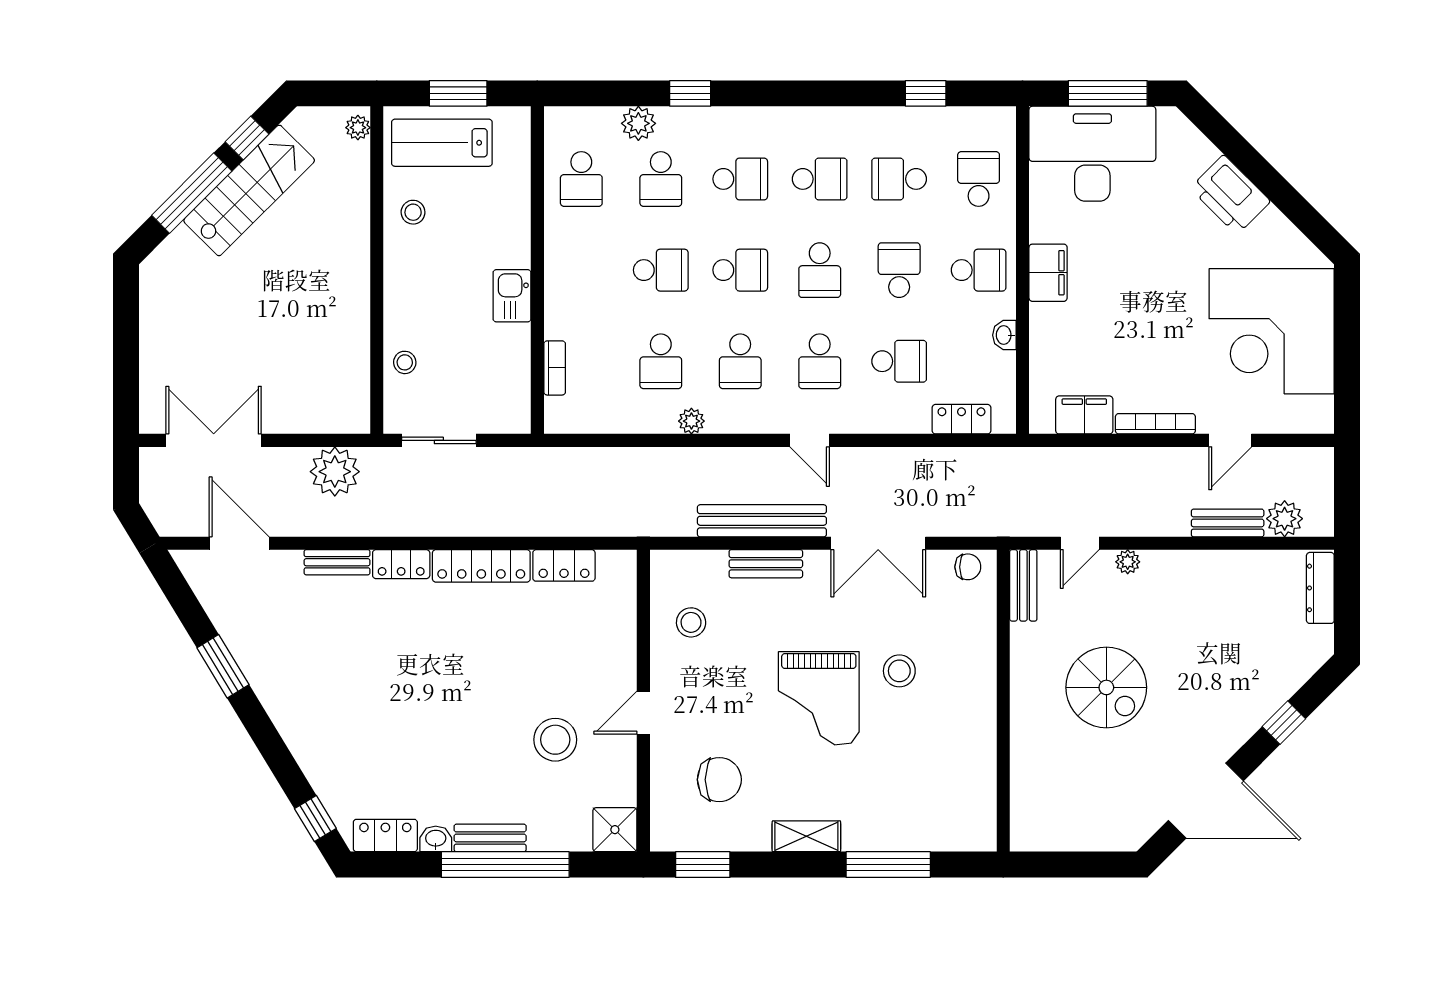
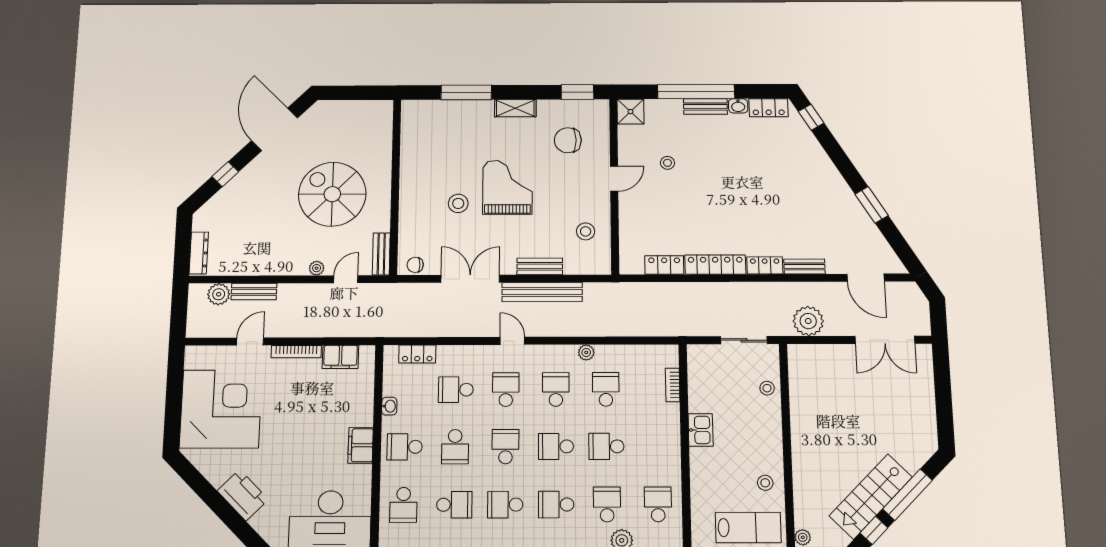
spiral stairs: (1106, 687) -> (332, 194), width x1.37, depth x1.37
stool: (555, 740) -> (667, 163), width x0.53, depth x0.53
door: (1206, 801) -> (275, 129), hinge flipped

